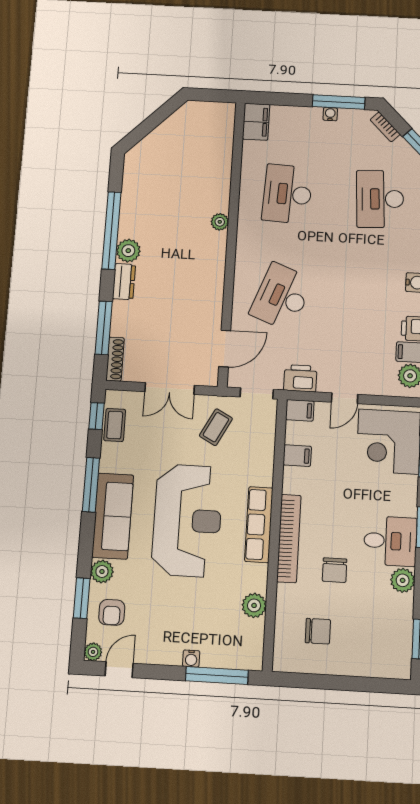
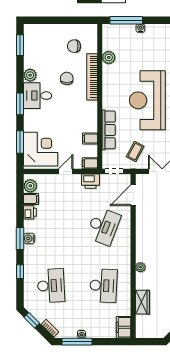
wardrobe: (220, 162) -> (142, 302), added
row of seats: (259, 525) -> (109, 130), moved
bookcase: (289, 538) -> (92, 77), moved

